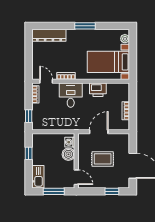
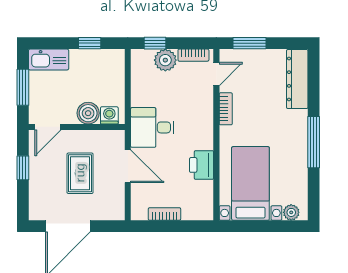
window: (85, 26) -> (314, 142), width x1.44
window: (29, 62) -> (249, 43), added
desk: (71, 95) -> (152, 127), moved, turned 180
plant: (38, 110) -> (165, 60), added
window: (112, 191) -> (23, 168), moved

